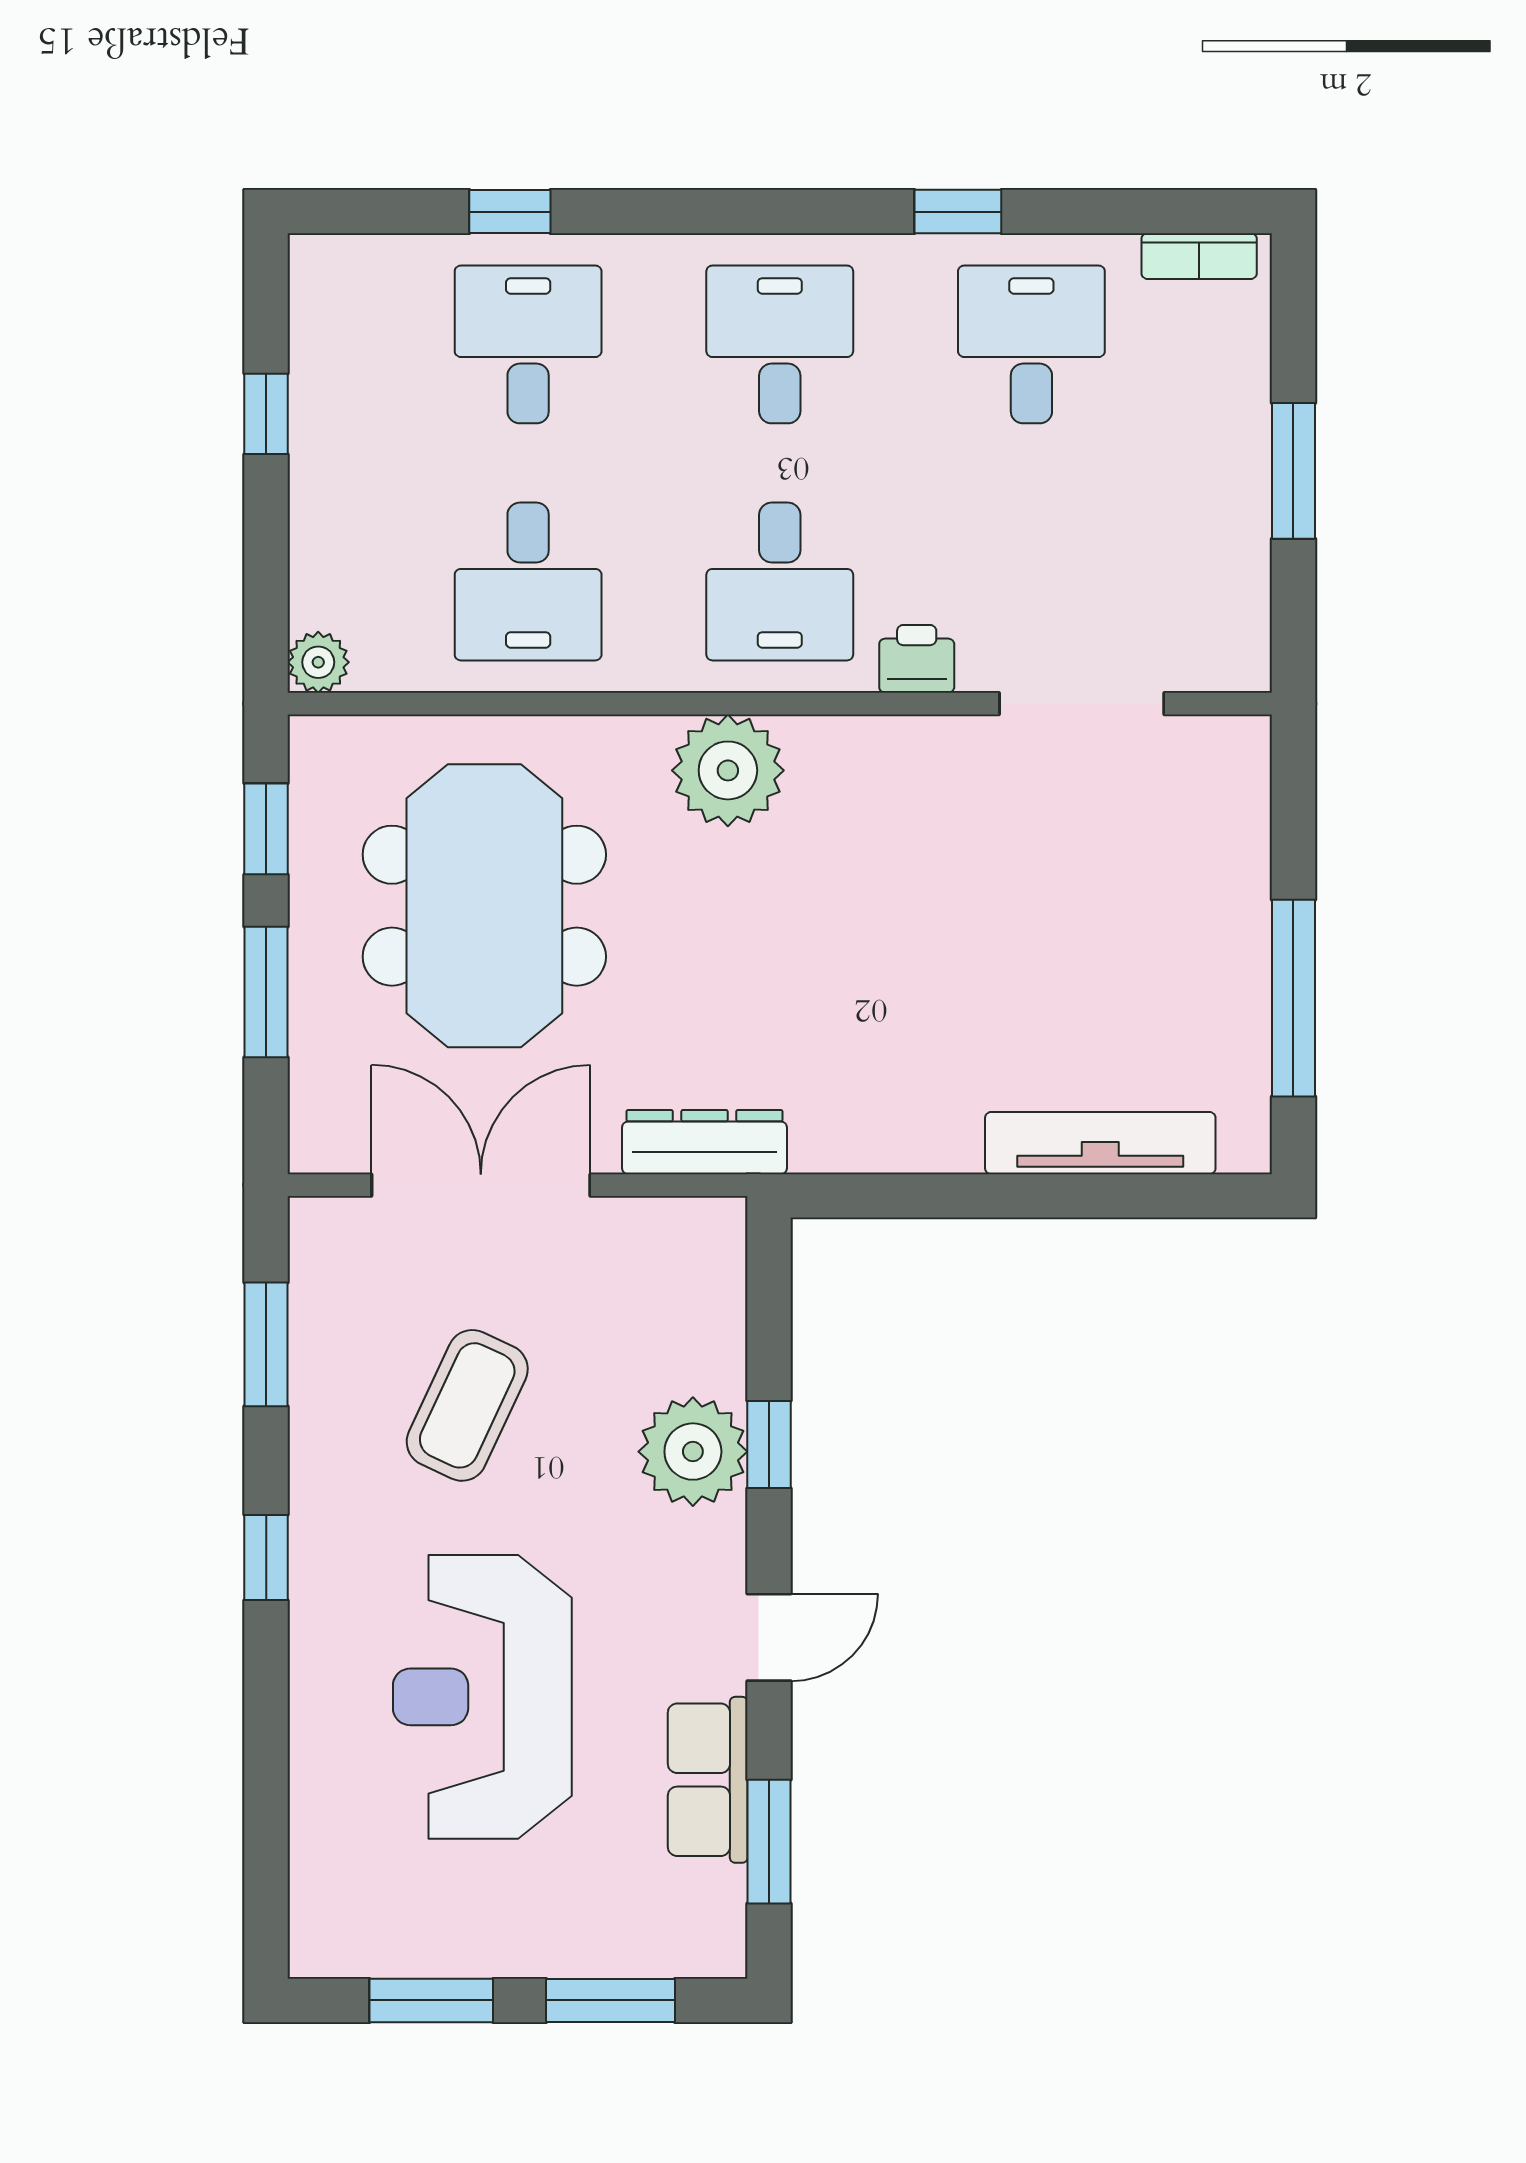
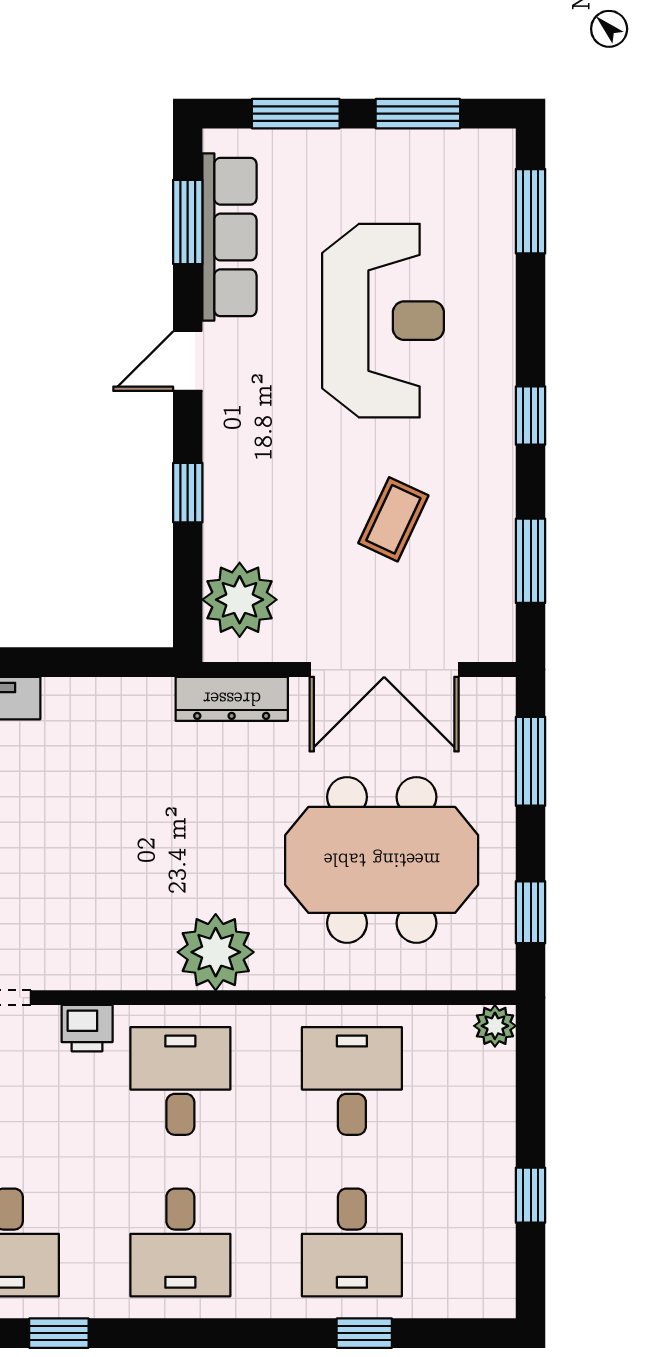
meeting table: (484, 906) -> (382, 860), turned 90
window: (266, 992) -> (531, 761), moved
coffee table: (467, 1405) -> (393, 519), width x0.73, depth x0.77
plant: (693, 1452) -> (240, 600), moved
row of seats: (708, 1780) -> (229, 237), width x1.48
window: (266, 1857) -> (531, 211), added

